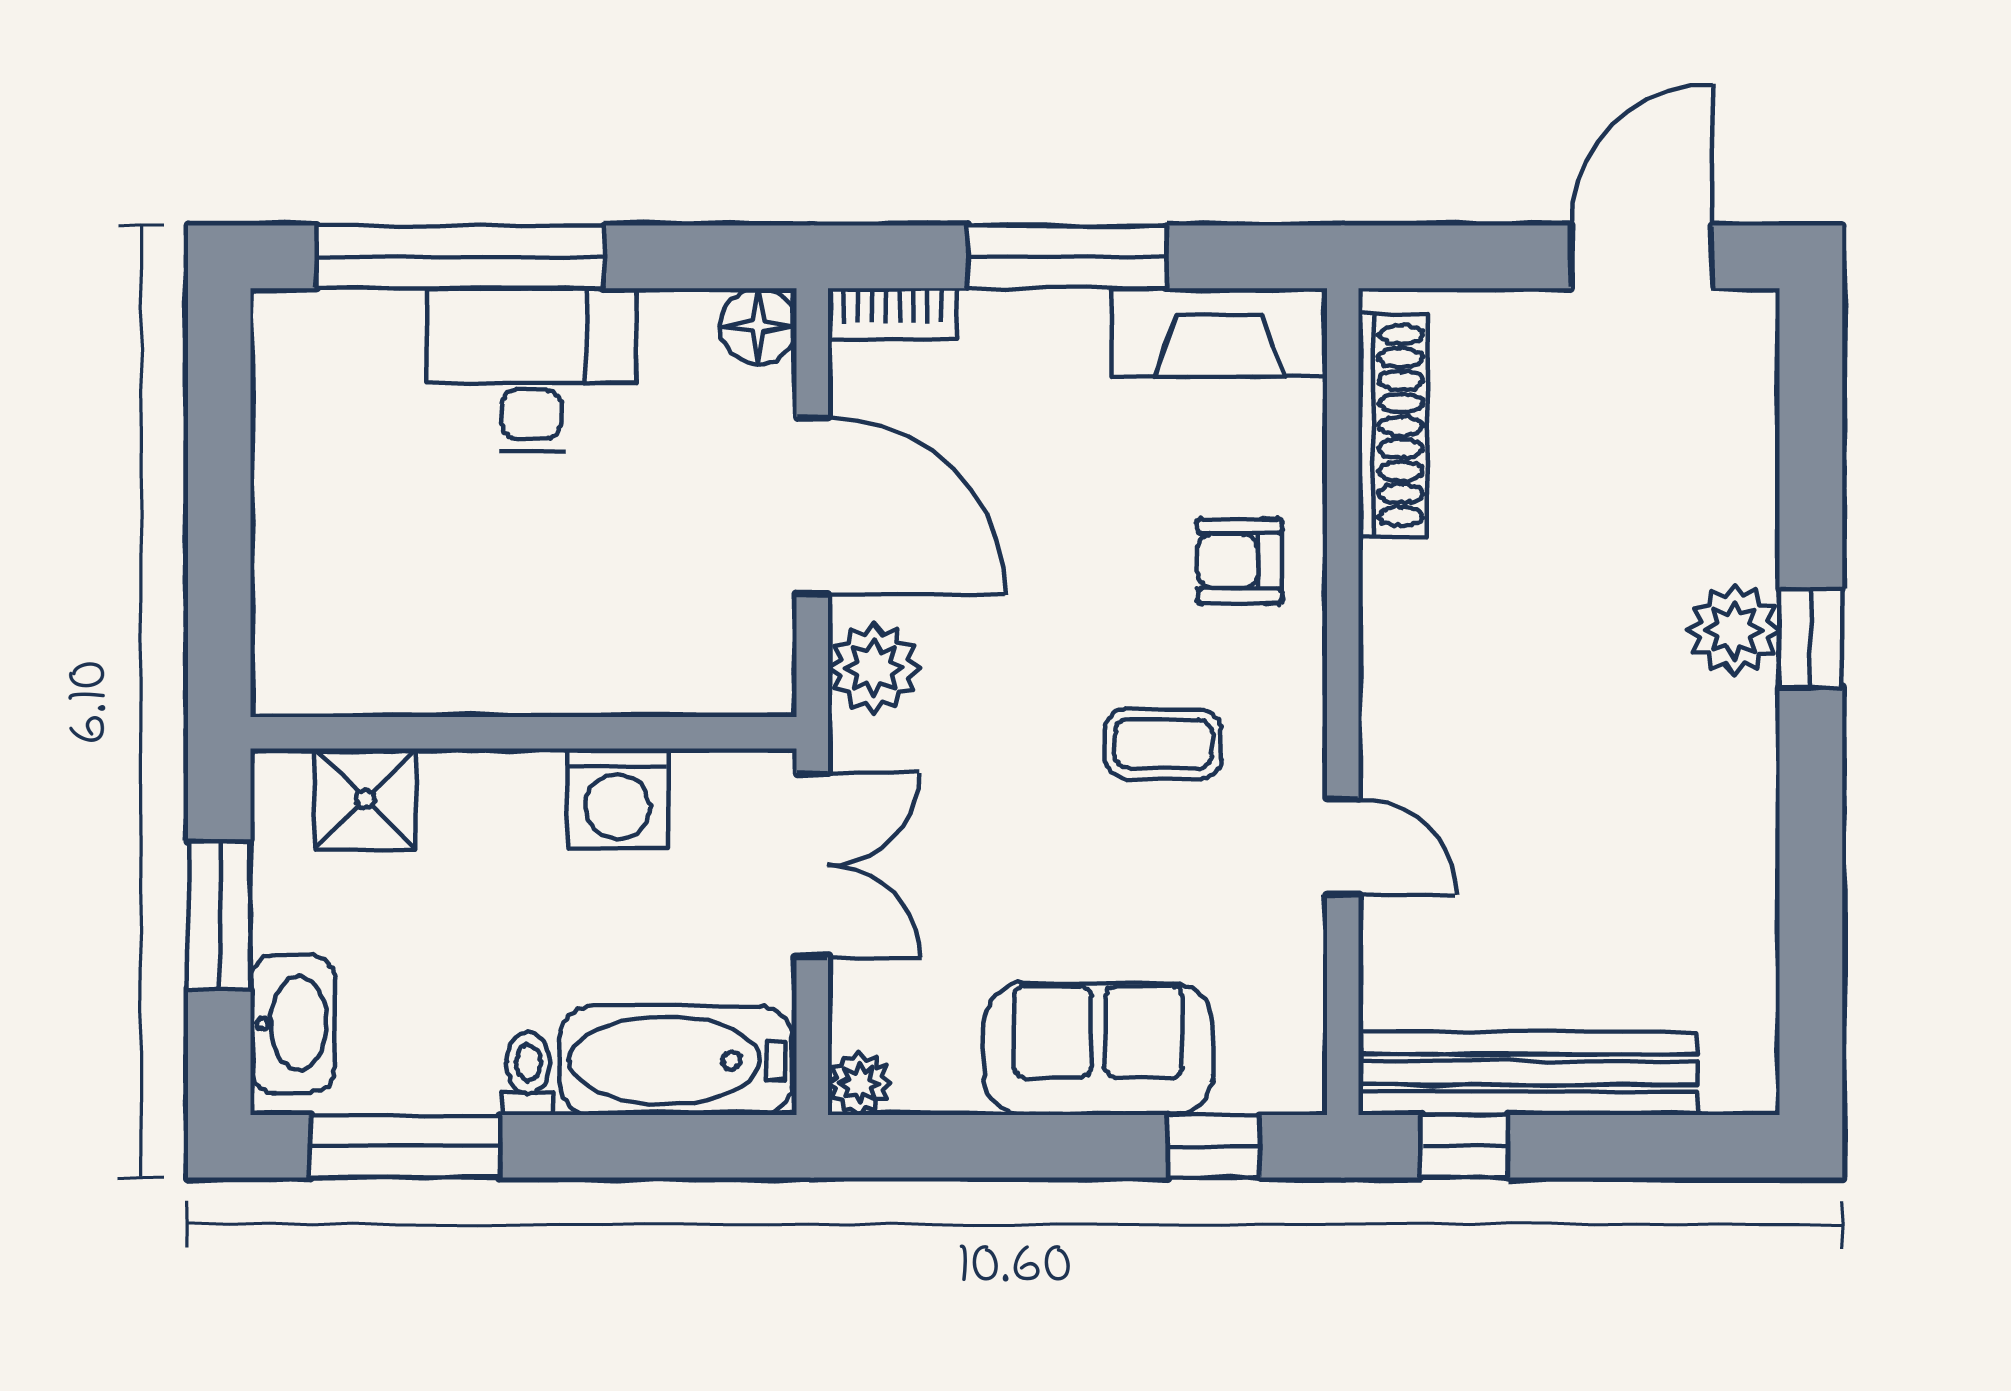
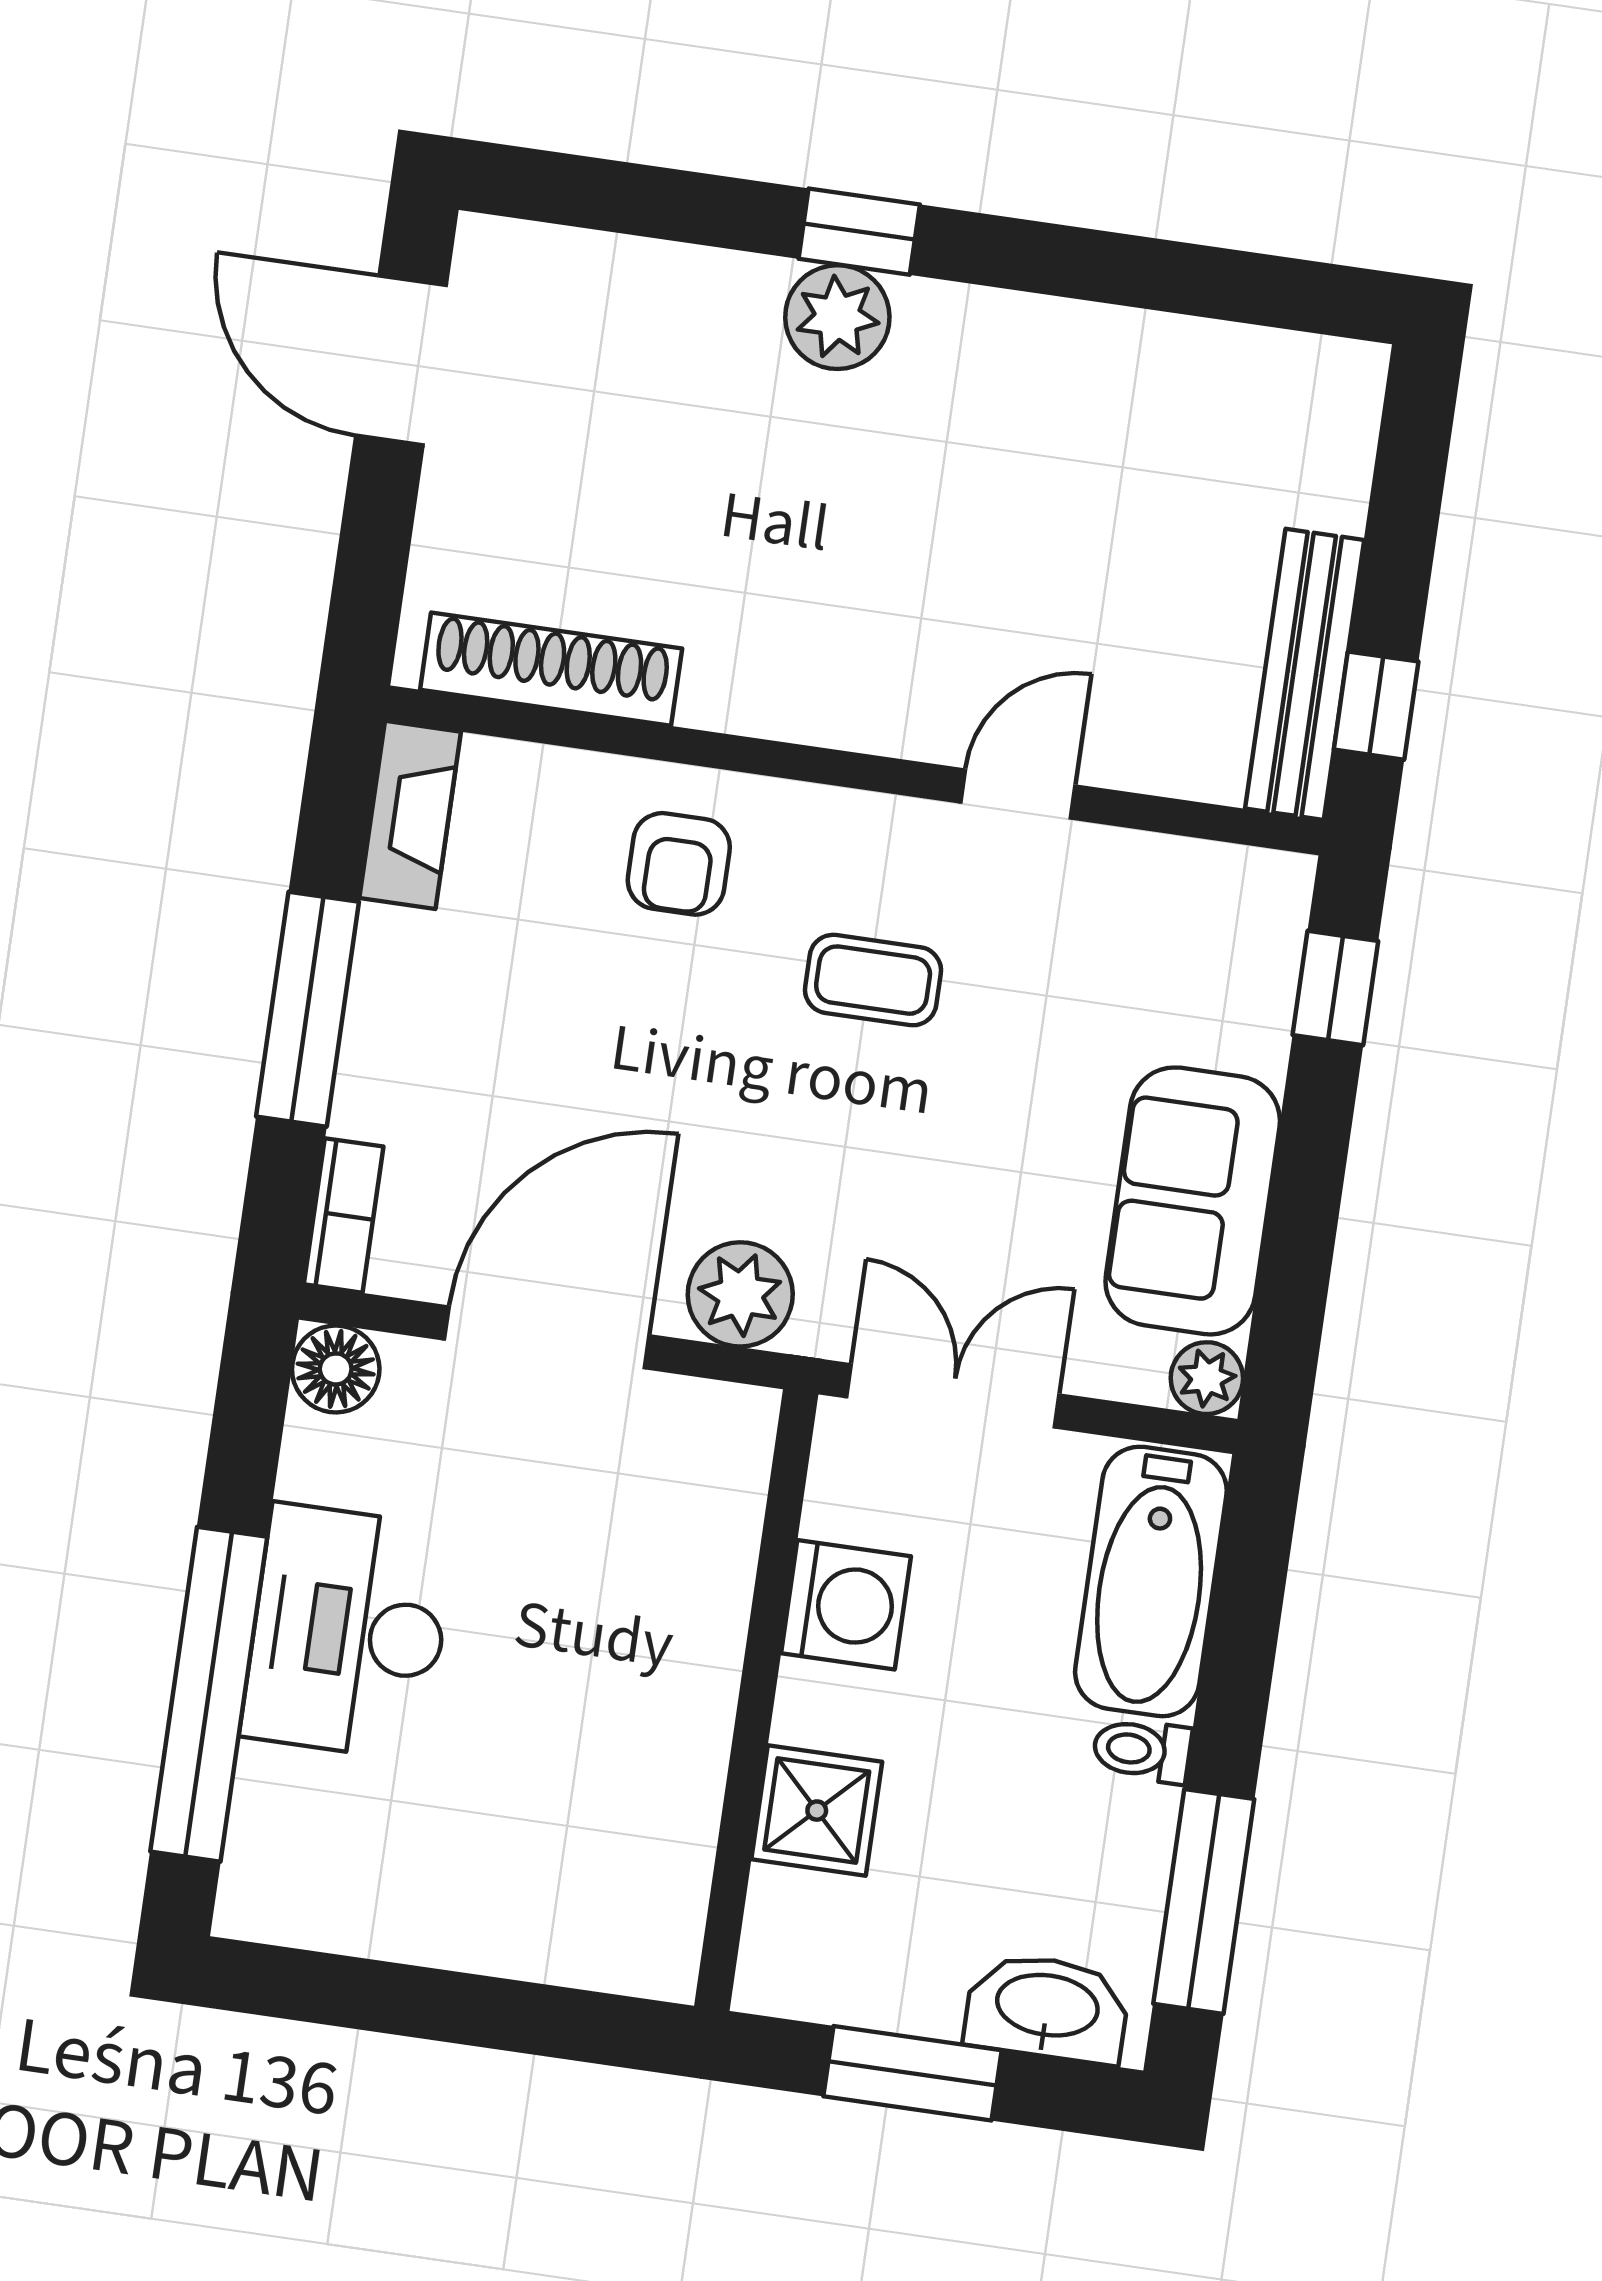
fireplace: (1220, 332) -> (410, 815), width x0.73, depth x0.76
coffee table: (1163, 744) -> (873, 980), turned 90
shower: (365, 799) -> (817, 1811), moved
sofa: (1098, 1049) -> (1193, 1201), moved
bench: (1528, 1073) -> (1305, 674), width x0.73, depth x0.82

